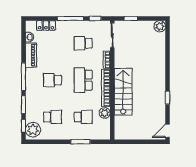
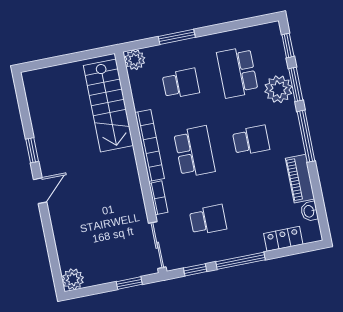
stairs: (123, 92) -> (108, 105), moved
plant: (105, 113) -> (135, 60), moved
school desk: (52, 117) -> (237, 72), width x1.85
school desk: (83, 117) -> (181, 84), turned 180
plant: (33, 130) -> (278, 89), moved
door: (168, 131) -> (40, 191), moved

